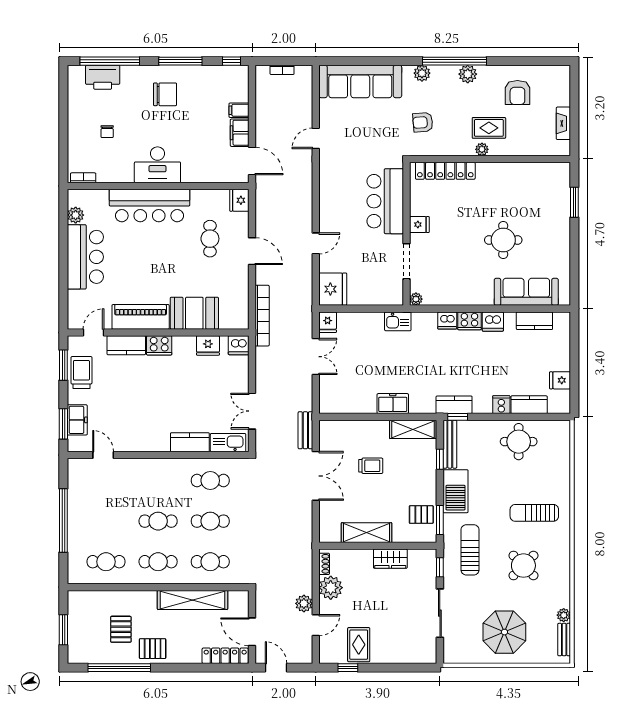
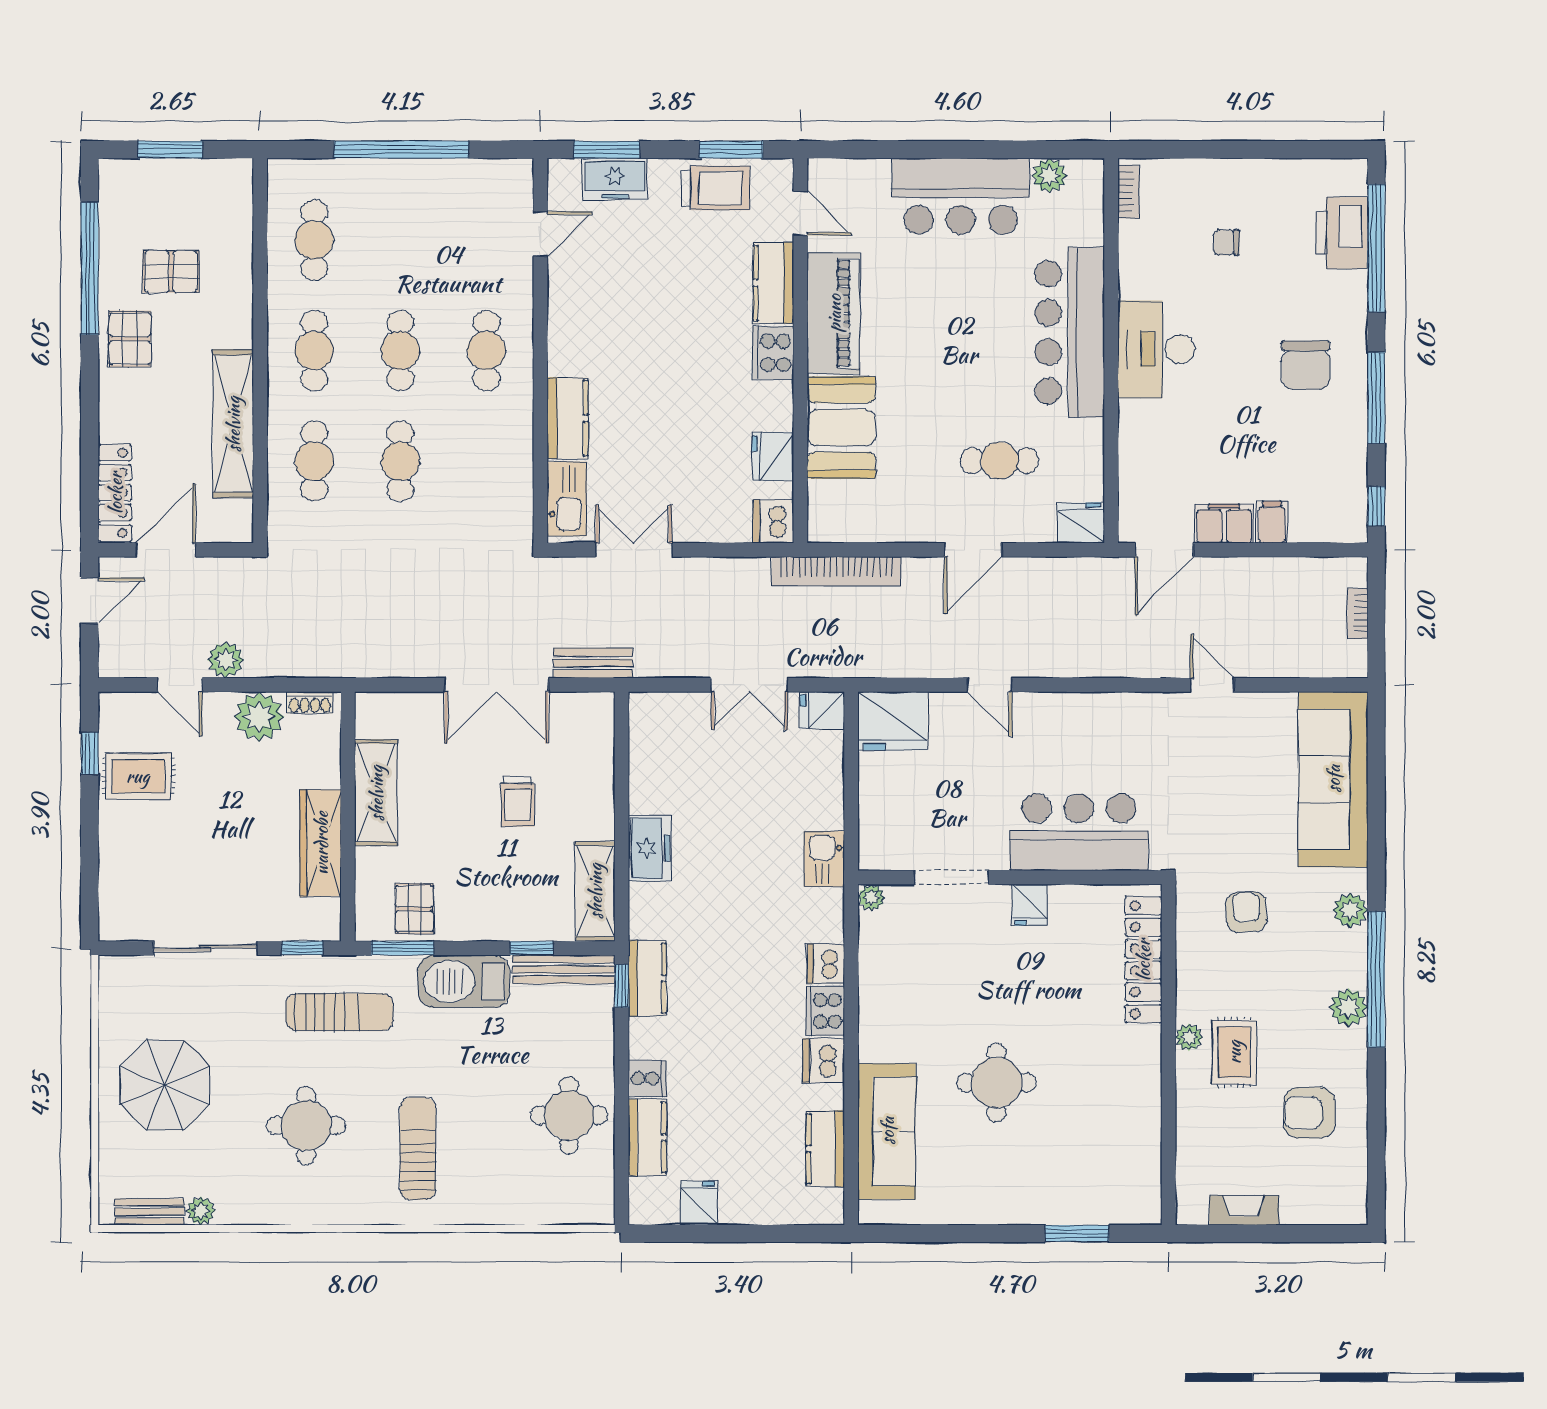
cafe table: (210, 481) -> (486, 351), moved
wardrobe: (390, 559) -> (321, 843), width x1.50
round table: (523, 566) -> (306, 1125), turned 45

